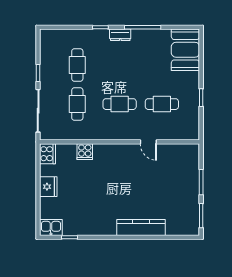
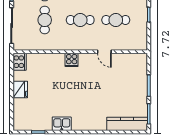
cooker: (85, 152) -> (72, 60), moved
kitchen sink: (51, 227) -> (62, 124), moved
kitchen counter: (141, 227) -> (127, 124), moved

